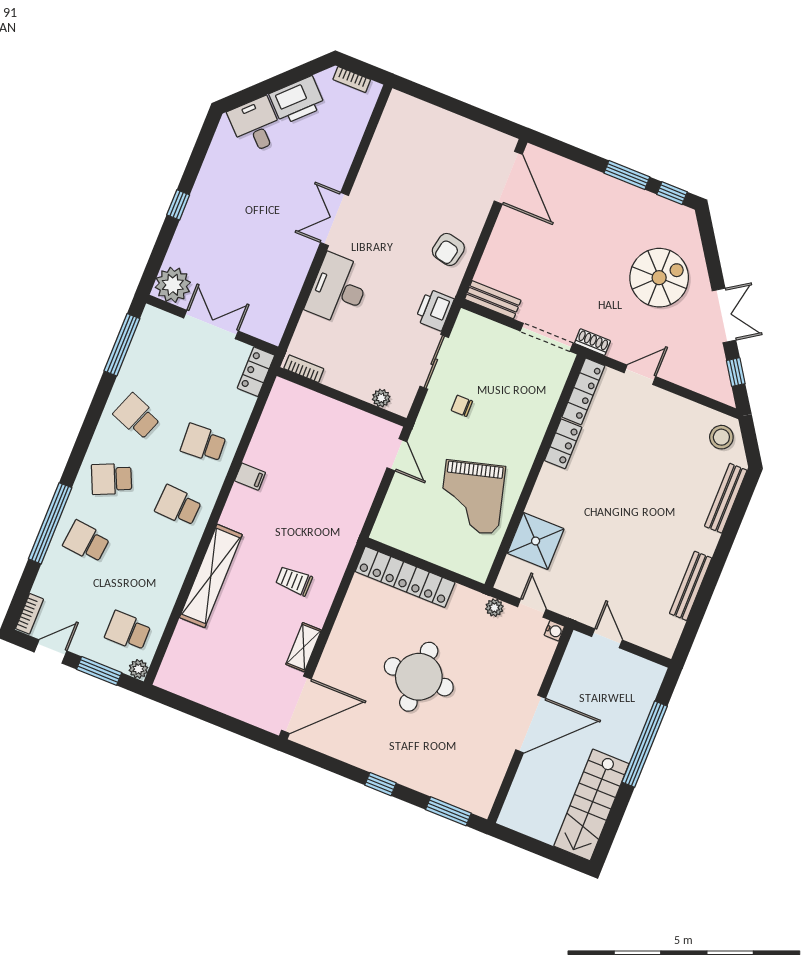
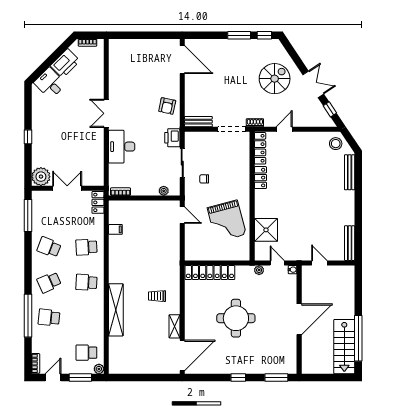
filing cabinet: (250, 477) -> (115, 229), moved
bench: (691, 586) -> (350, 243), moved
window: (645, 744) -> (358, 338), moved

